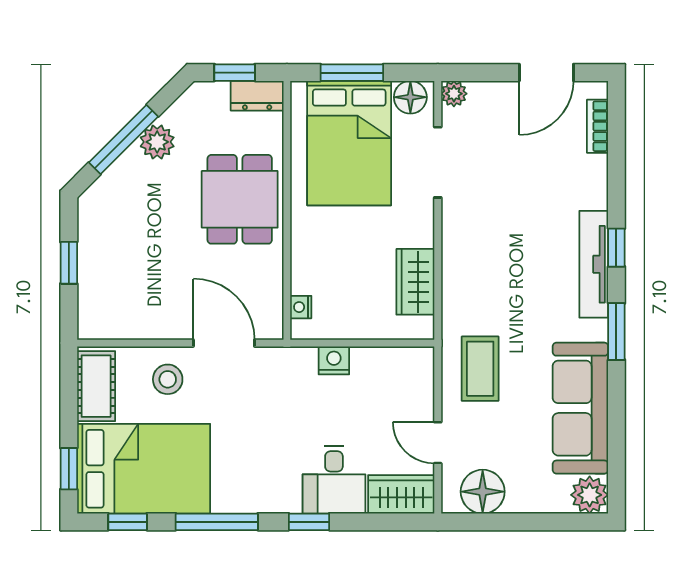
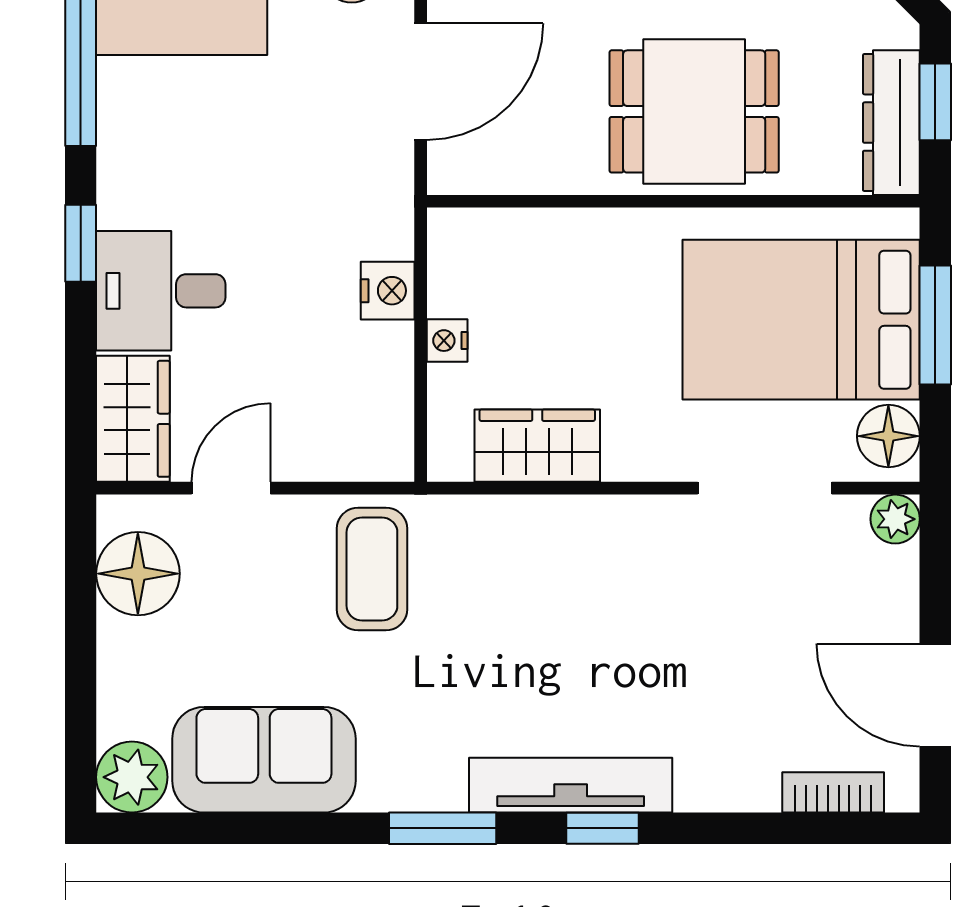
dresser: (257, 96) -> (891, 123), width x1.44
nightstand: (301, 307) -> (447, 341), moved, turned -90
coffee table: (480, 369) -> (372, 569), turned 90
sofa: (580, 408) -> (264, 760), width x0.73

